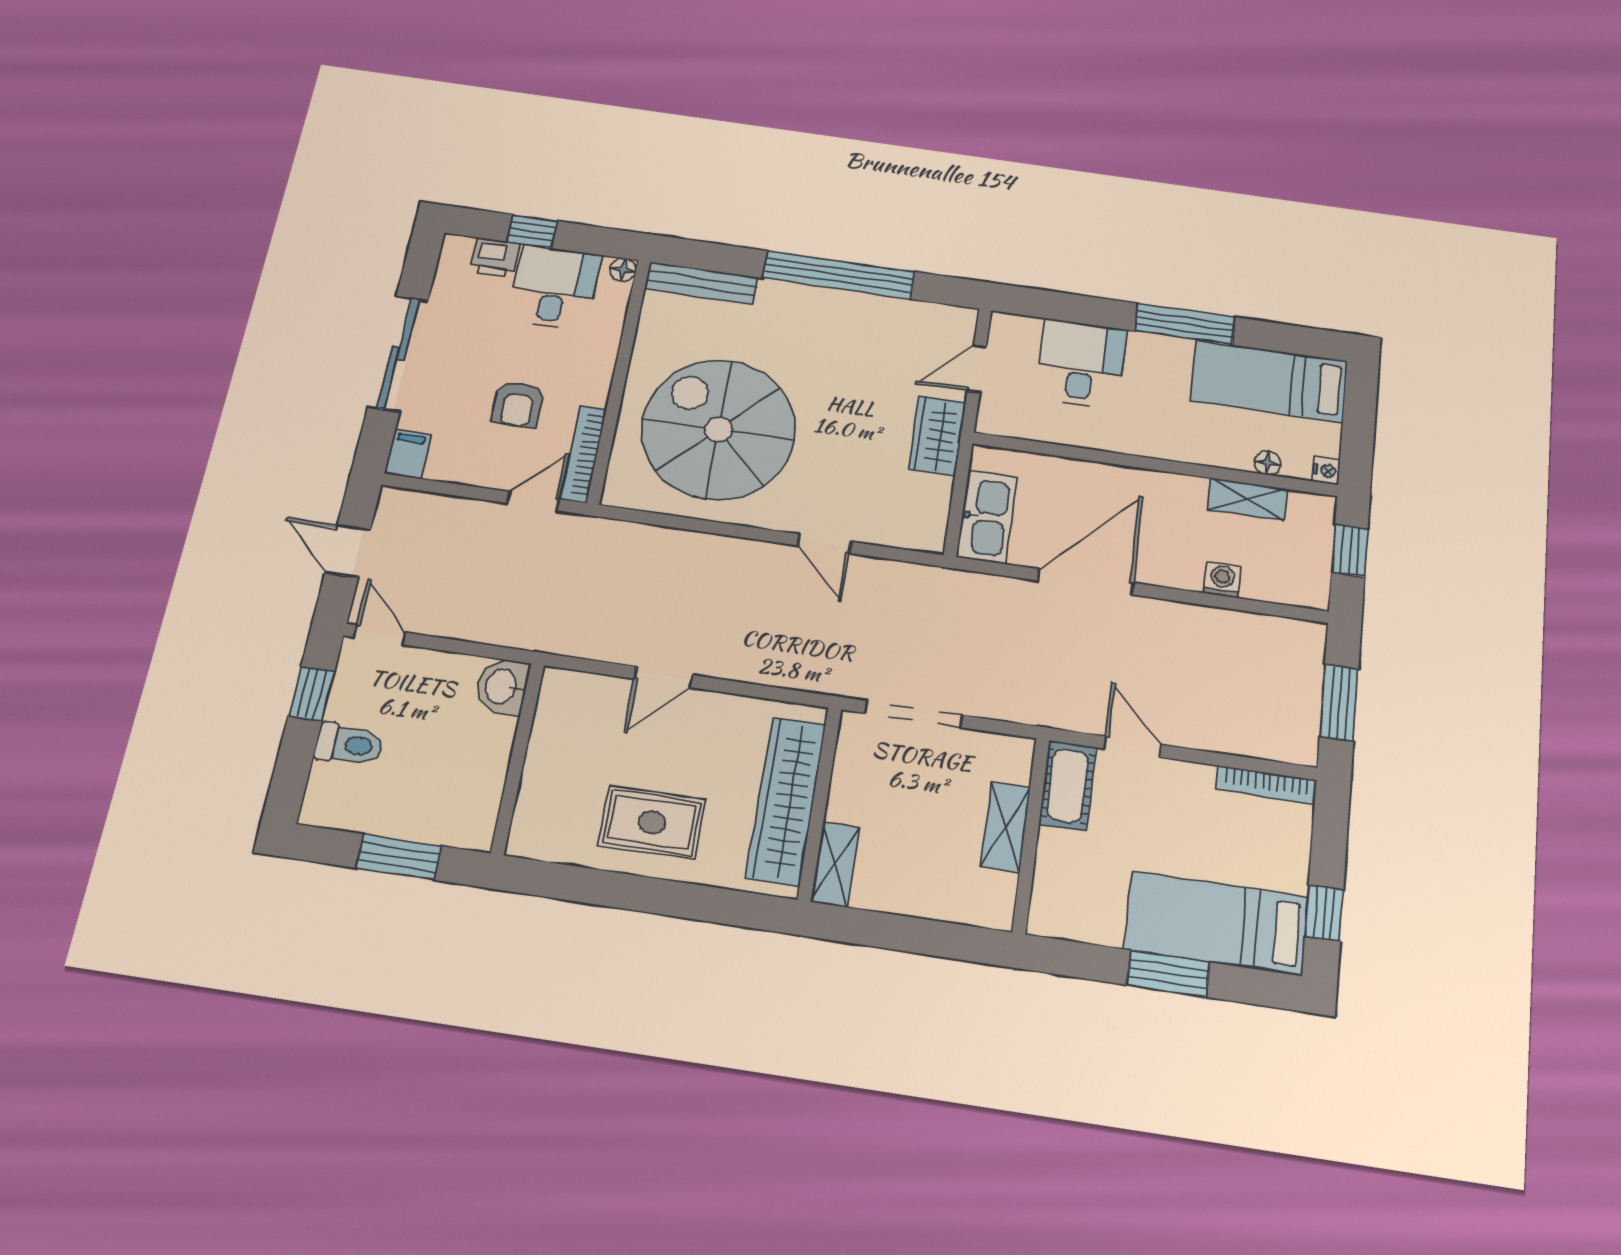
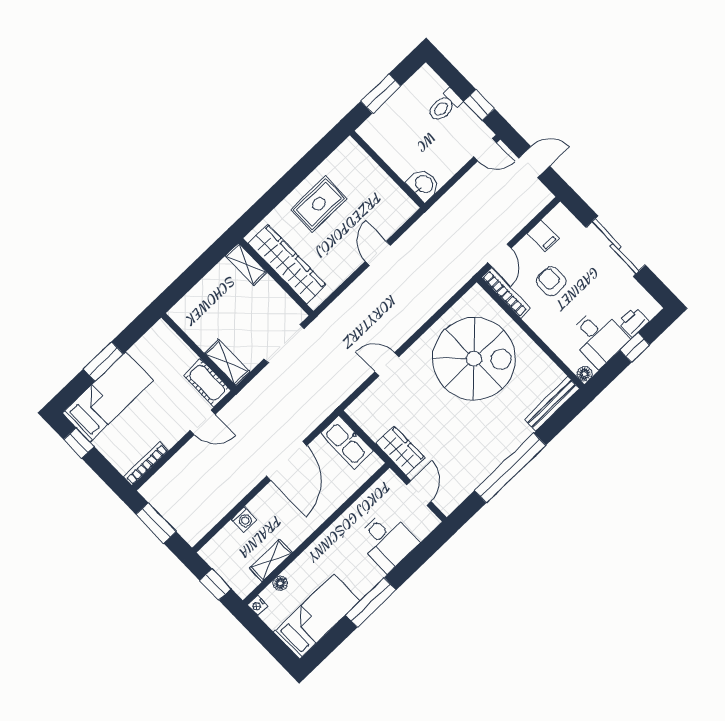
filing cabinet: (408, 454) -> (543, 236), moved
shelving: (1005, 827) -> (227, 362), moved

